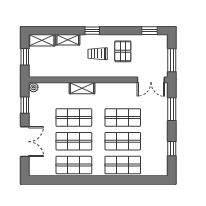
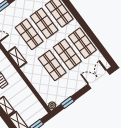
shelving: (82, 88) -> (17, 57), moved
double door: (25, 142) -> (99, 79), moved

